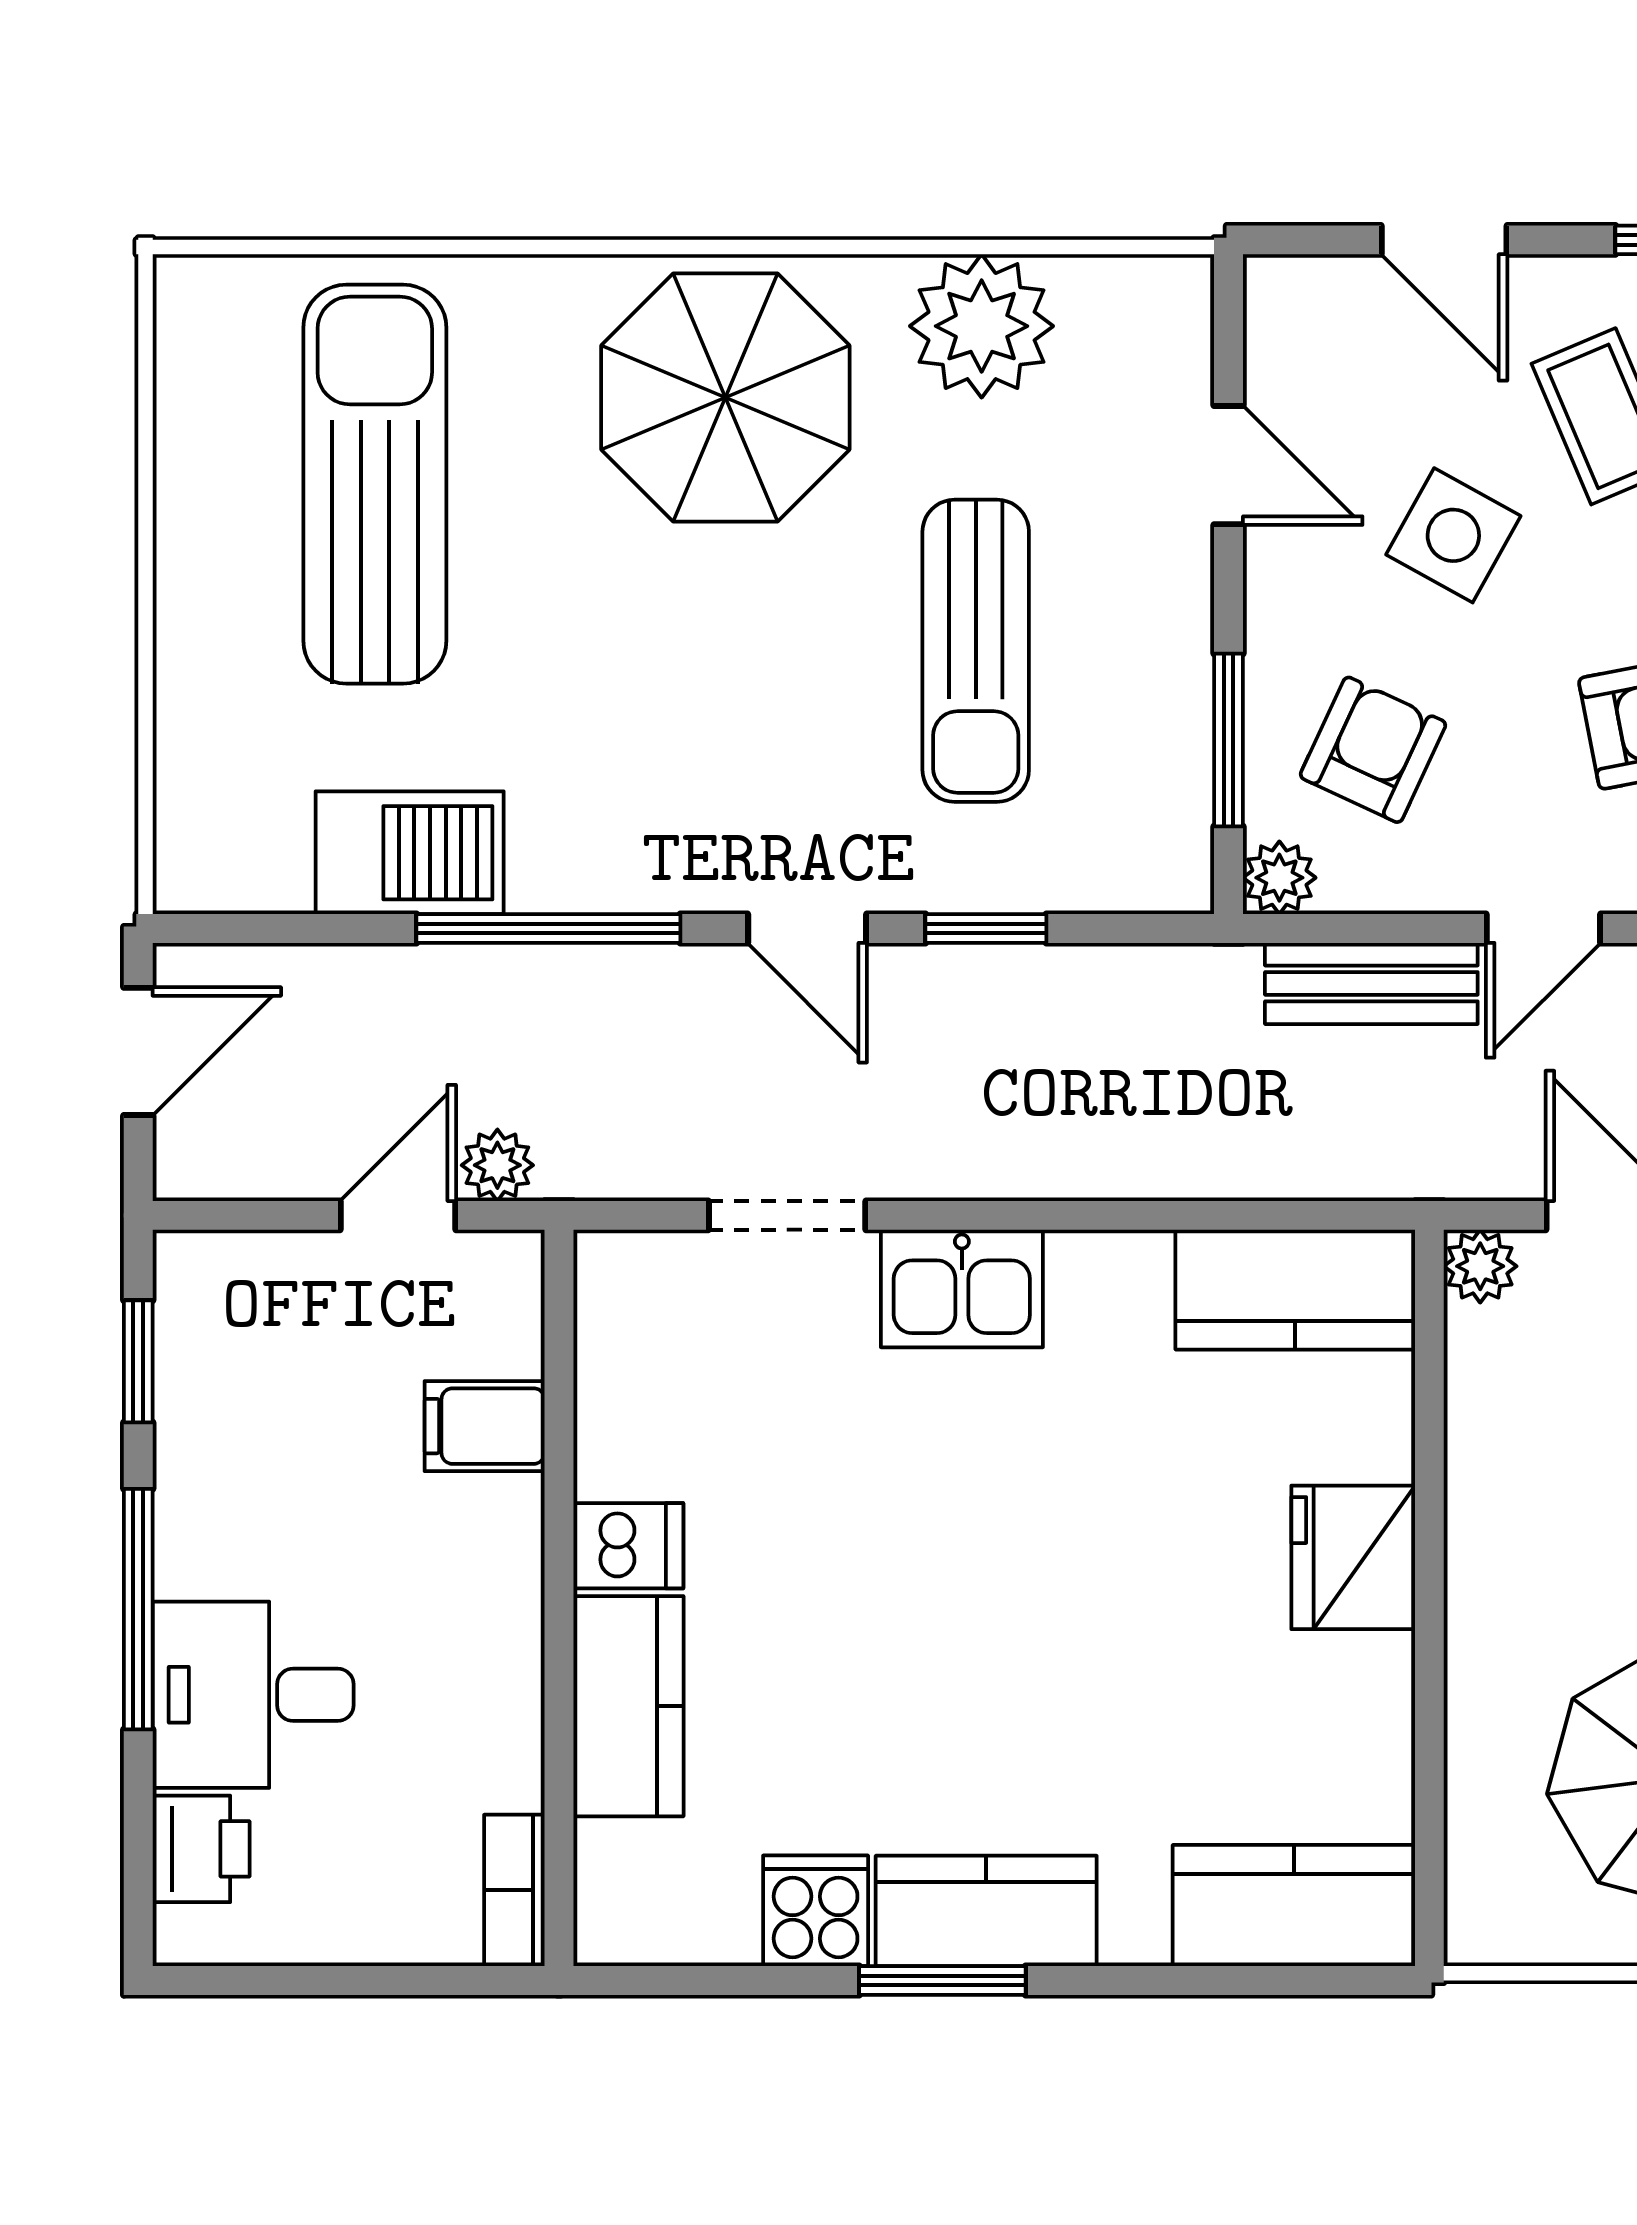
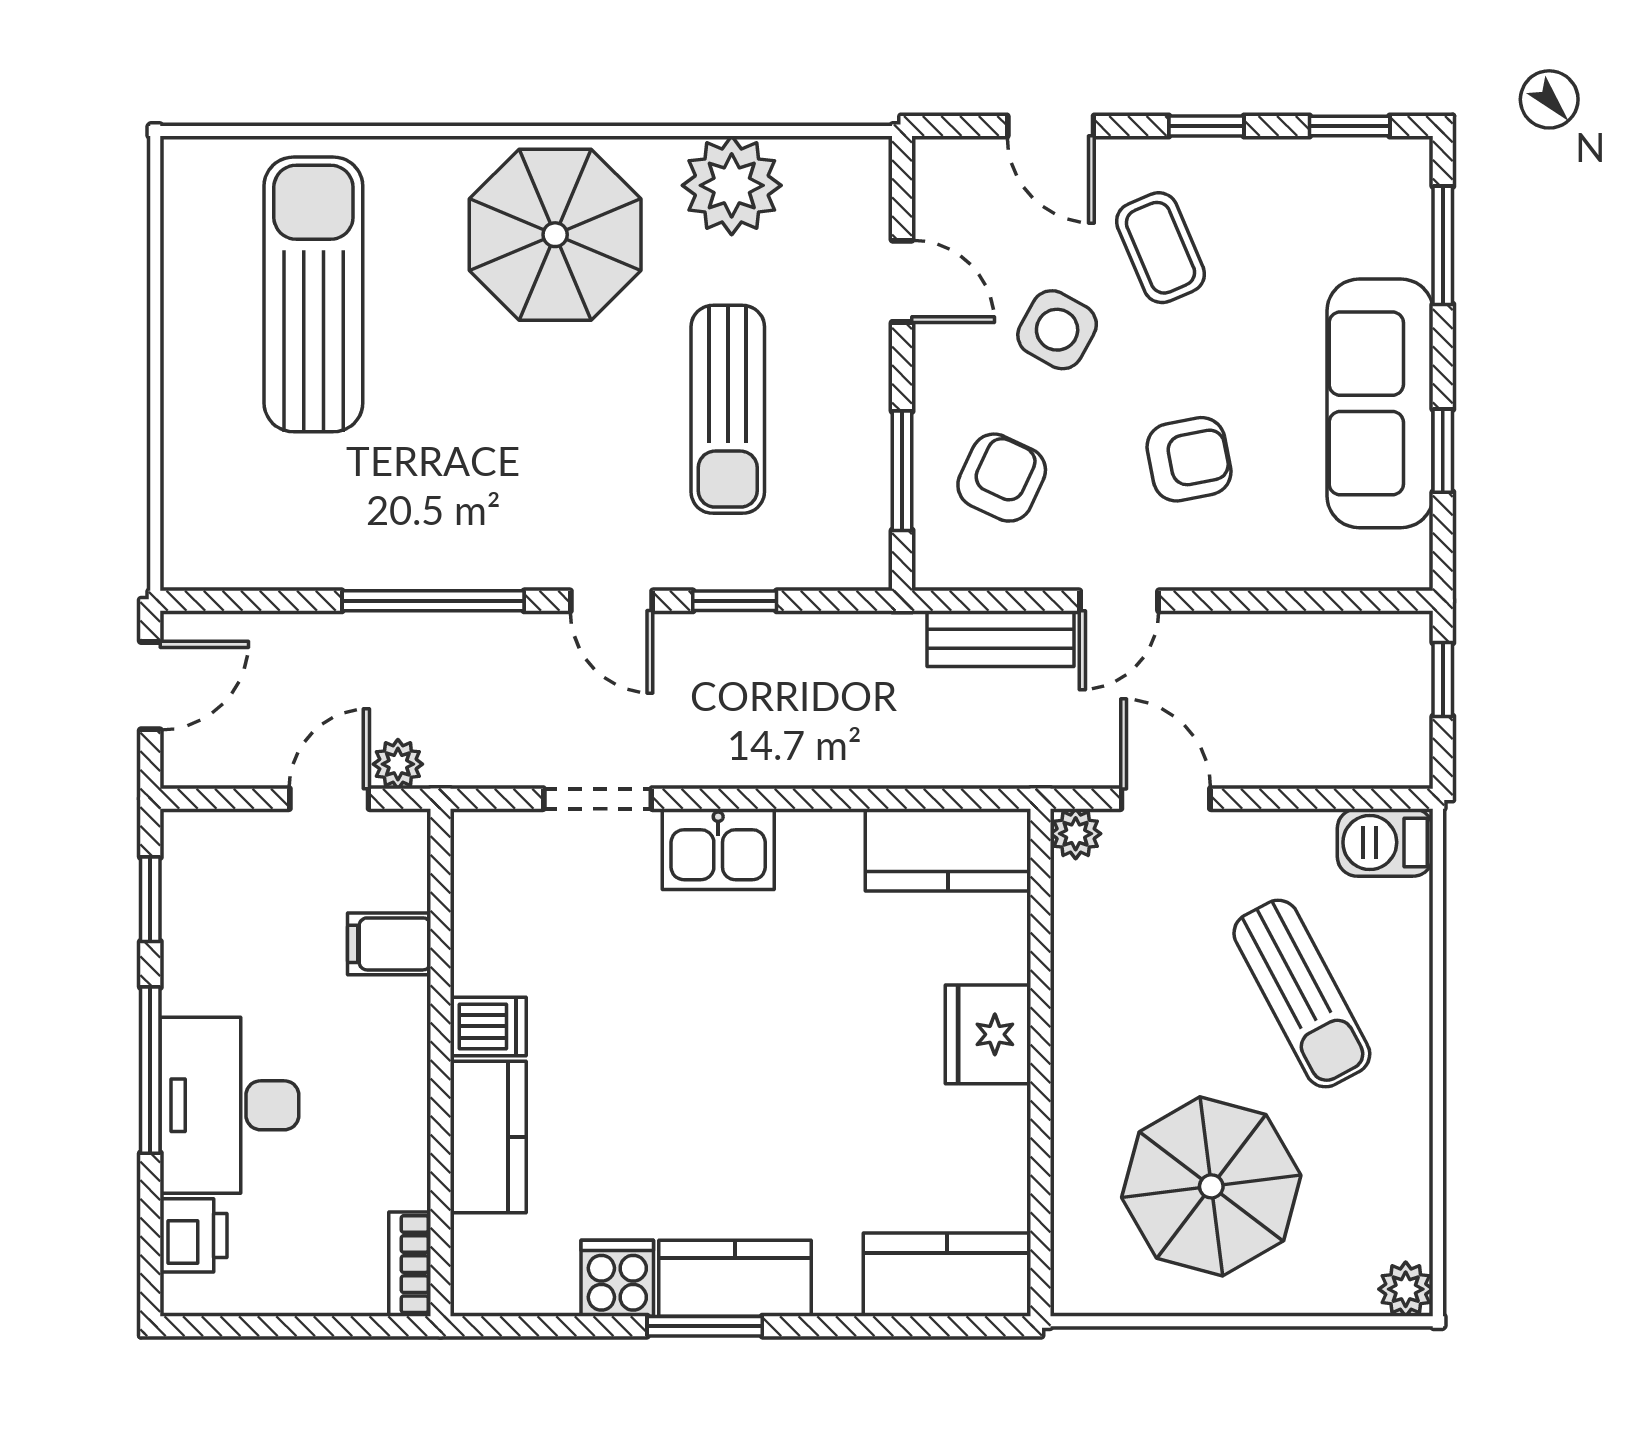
barbecue: (410, 853) -> (337, 549), removed
plant: (1279, 878) -> (937, 566), removed
desk: (253, 1695) -> (229, 1105), width x1.37

